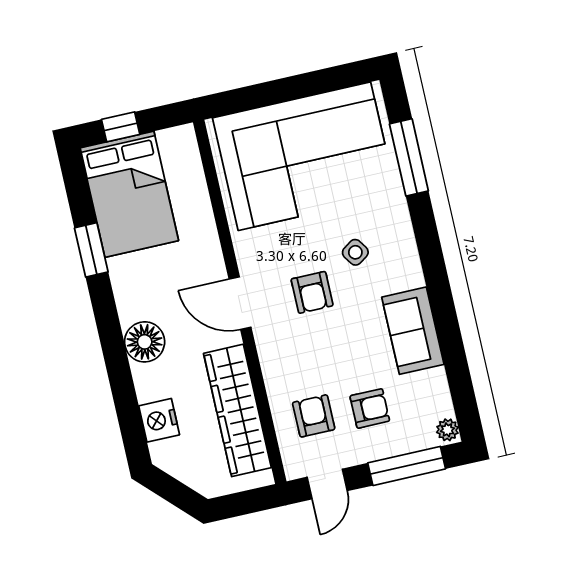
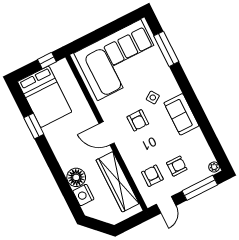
window: (121, 127) -> (47, 61), moved
sofa: (413, 331) -> (181, 114), moved
floor lamp: (145, 342) -> (76, 177), moved

